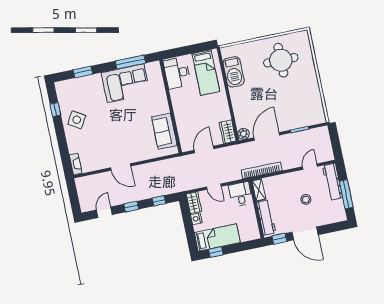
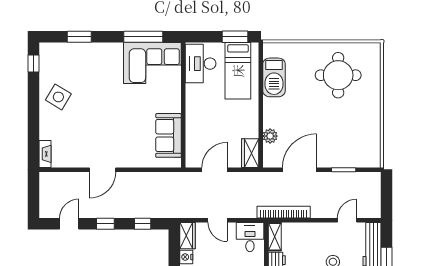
window: (198, 48) -> (235, 37), added
corner sofa: (126, 83) -> (152, 63), moved
window: (55, 109) -> (34, 64), moved
plant: (244, 134) -> (270, 136), moved
door: (121, 167) -> (102, 170), hinge flipped

